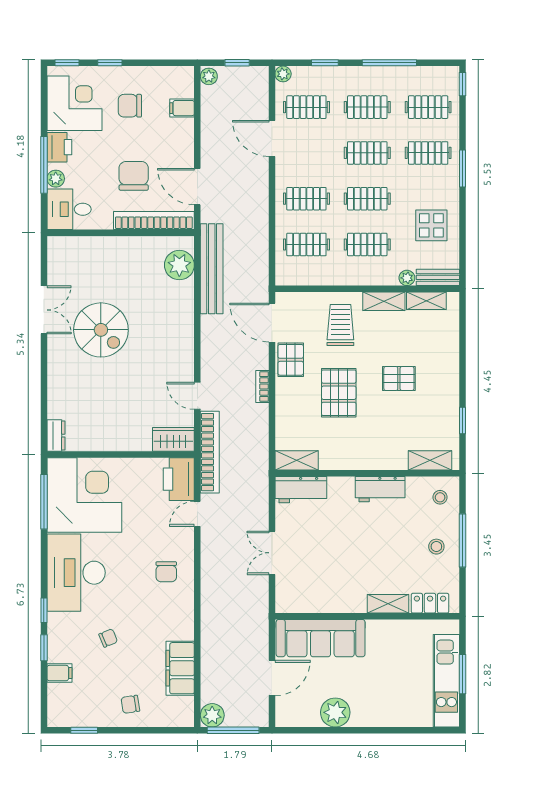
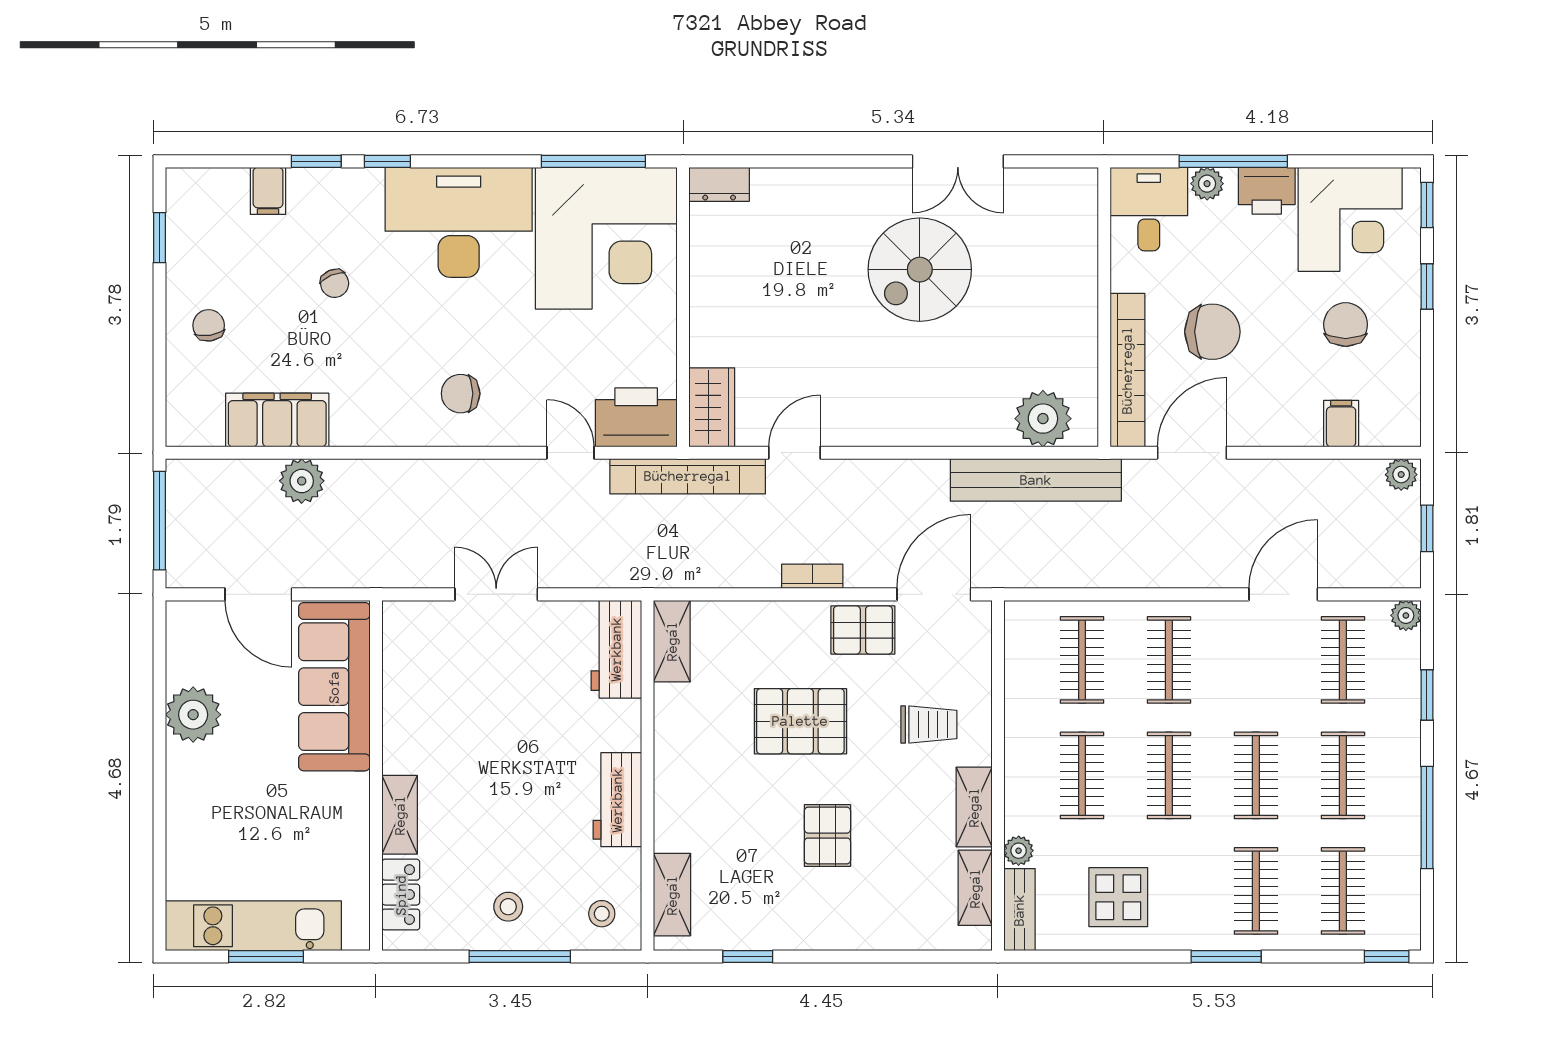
trolley: (340, 325) -> (929, 725), width x0.73, depth x0.72
plant: (212, 715) -> (302, 481), moved

